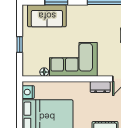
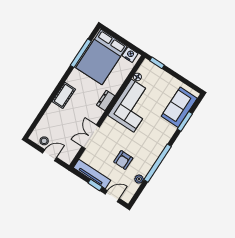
window: (20, 44) -> (157, 63), moved
dresser: (100, 87) -> (106, 100), moved

